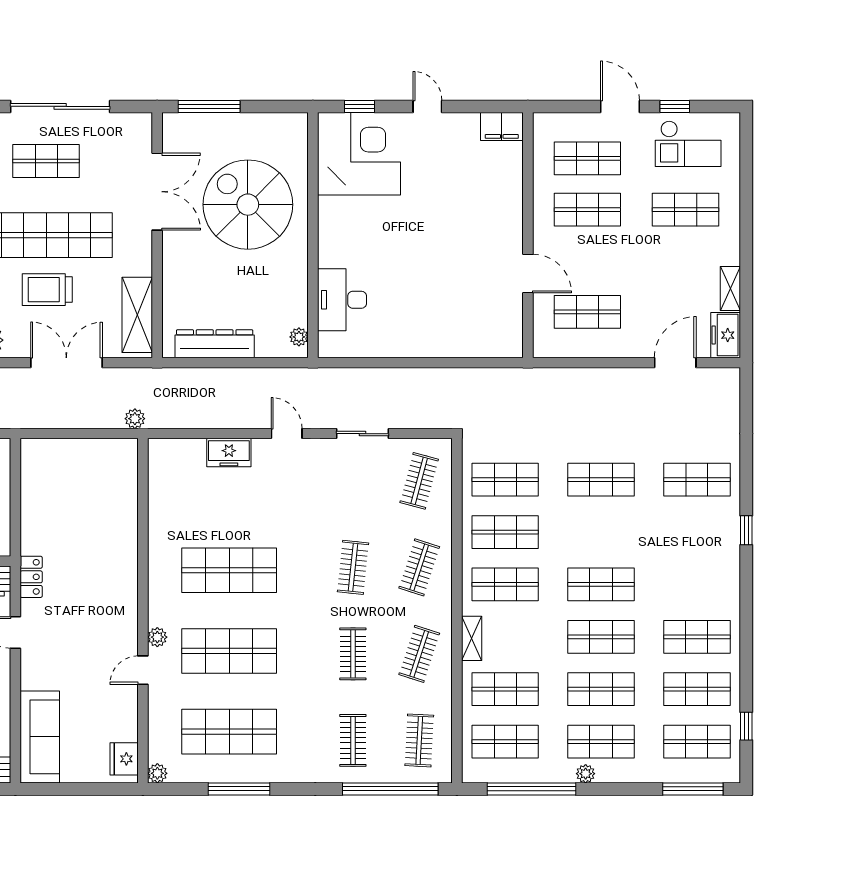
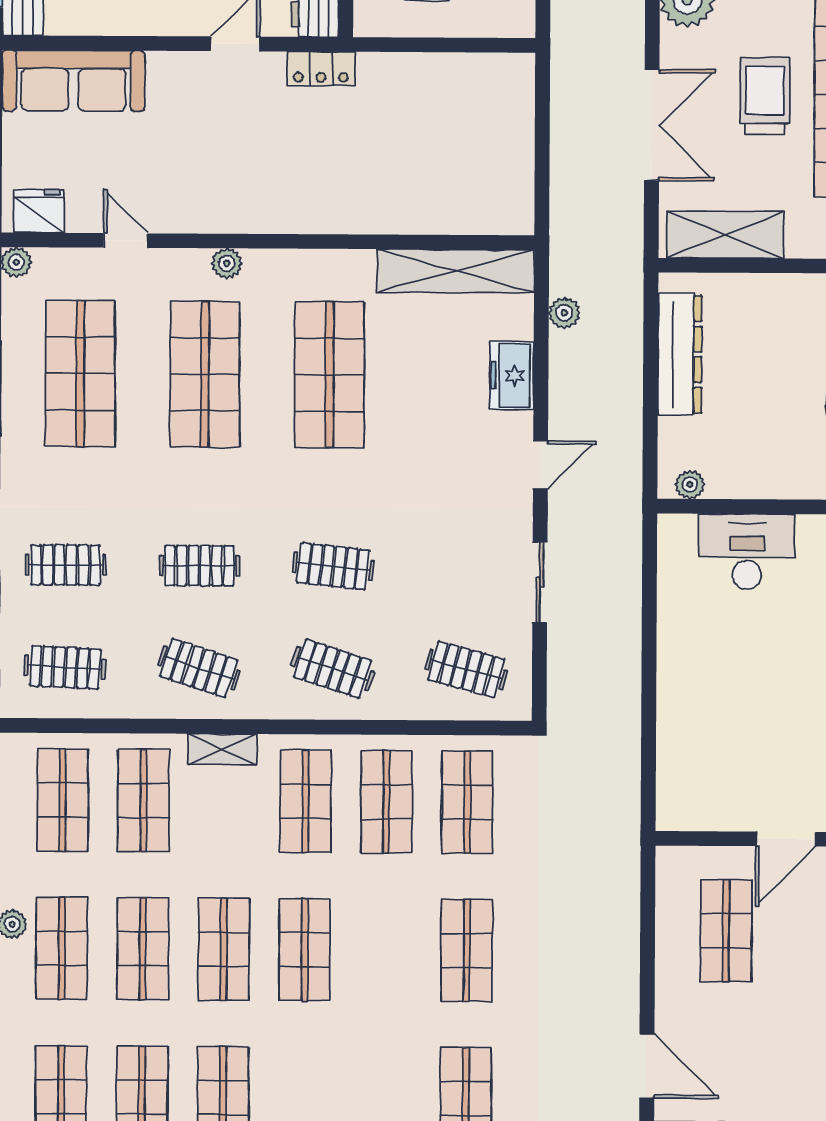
plant: (135, 419) -> (564, 313), moved
shelving: (161, 489) -> (456, 271), added
door: (143, 670) -> (126, 240), moved

